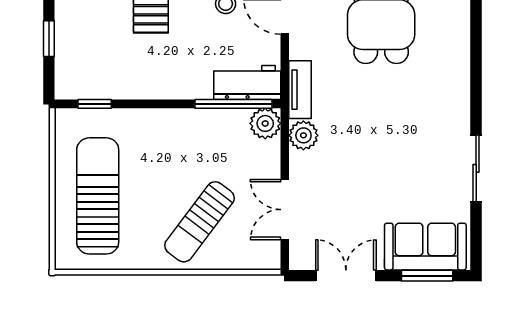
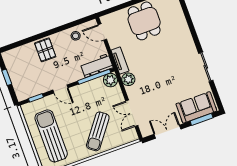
door: (153, 104) -> (60, 89), added

